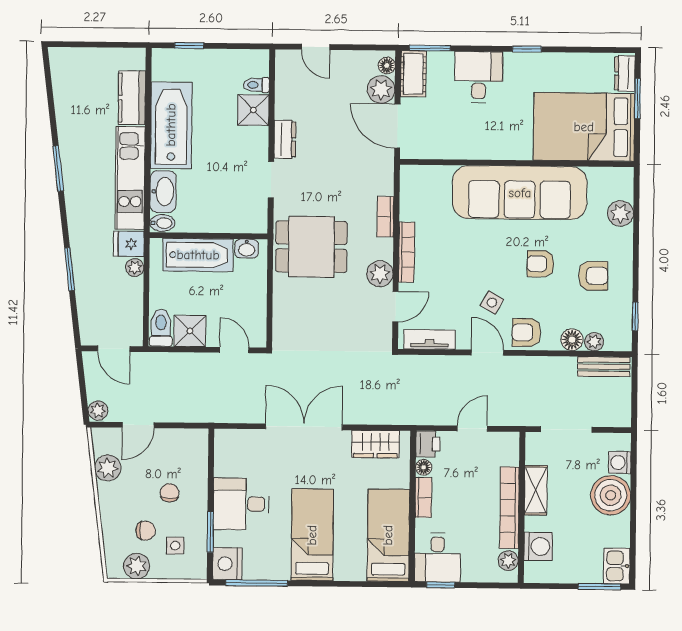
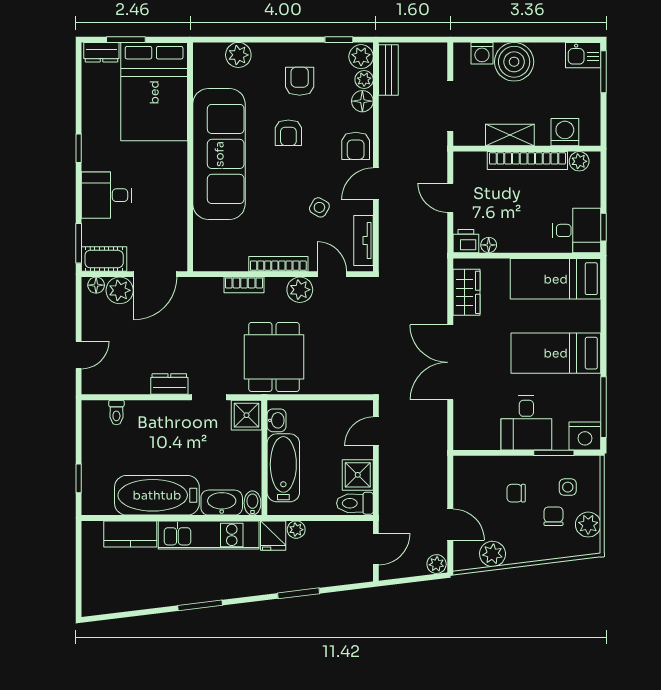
shower: (253, 110) -> (247, 415), moved
side table: (492, 303) -> (319, 207), moved
plant: (618, 339) -> (361, 57), added
bookcase: (423, 497) -> (518, 245), removed

